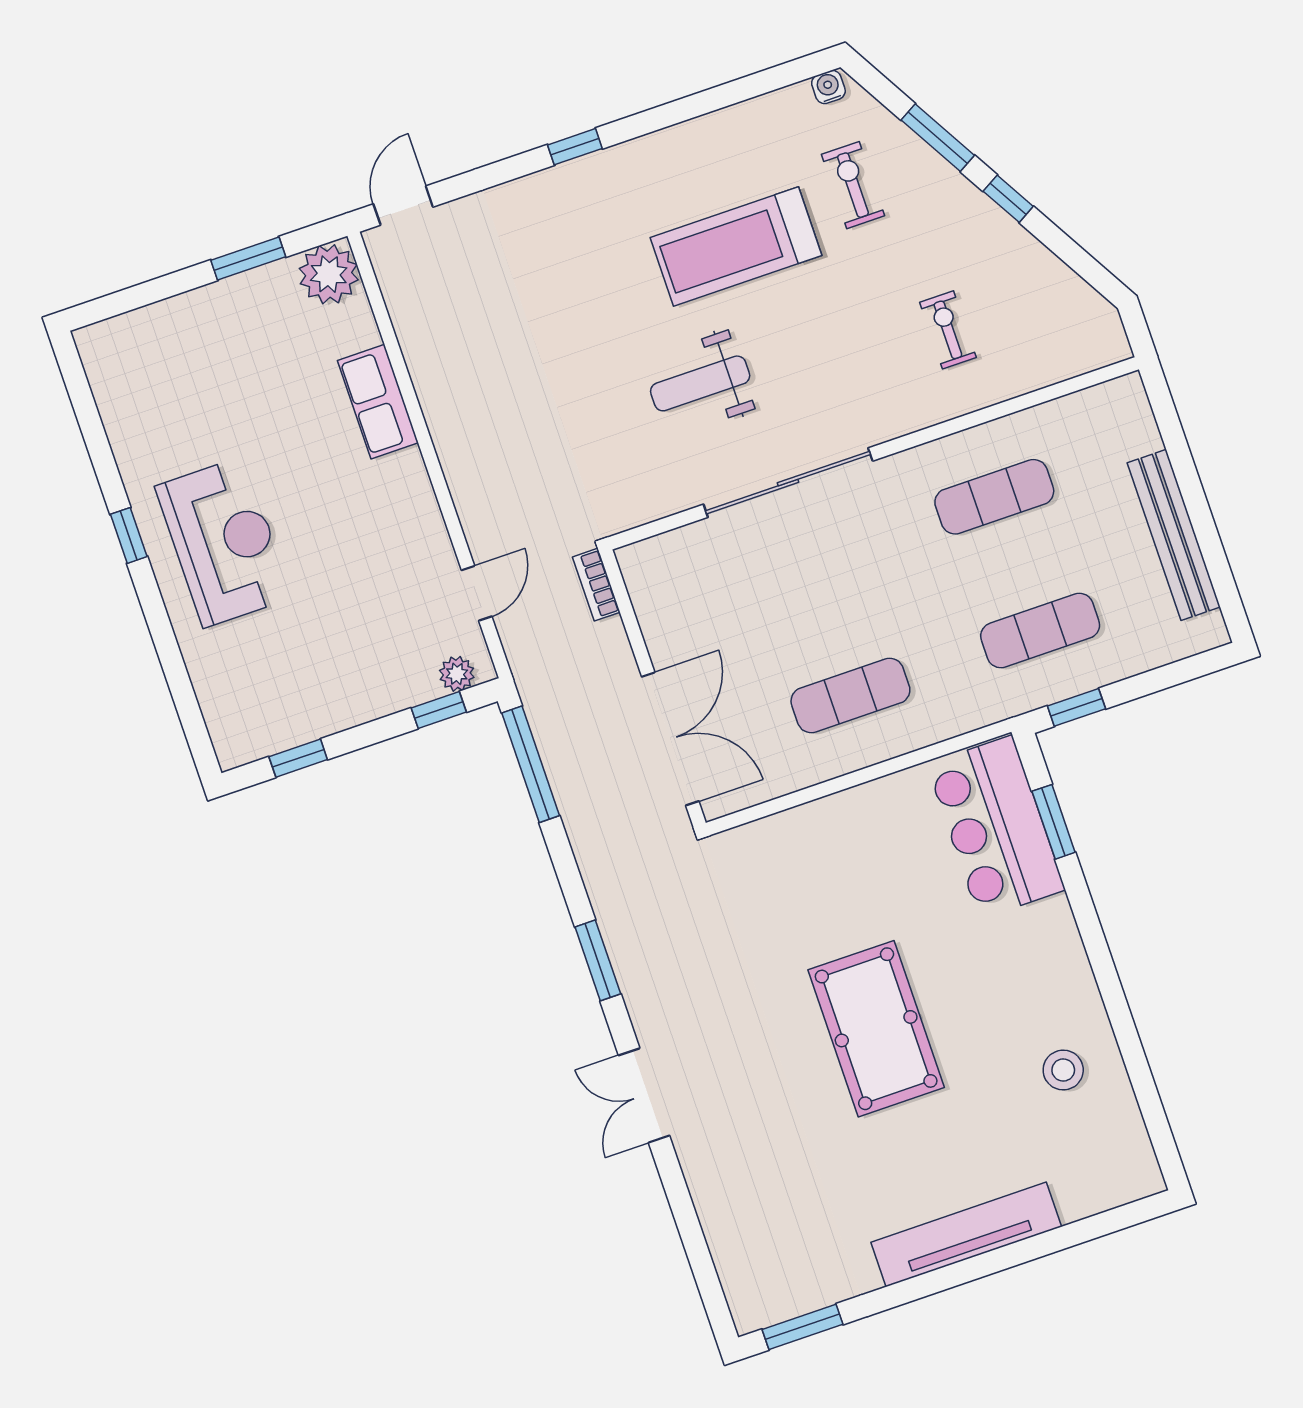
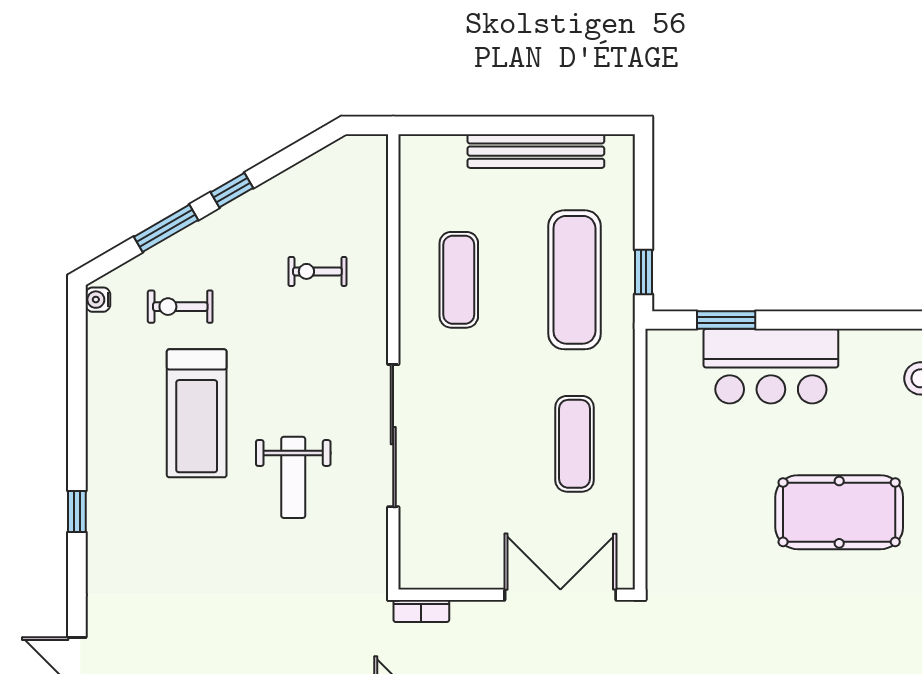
exercise mat: (1040, 631) -> (574, 280), width x1.36, depth x1.45
bar counter: (996, 827) -> (771, 366), moved

